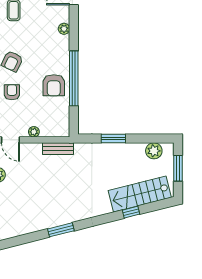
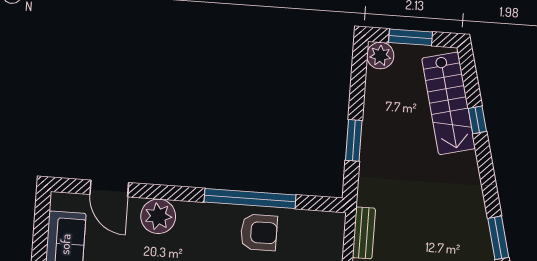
plant: (64, 29) -> (158, 216), width x1.88, depth x1.88
plant: (154, 151) -> (380, 56), moved

